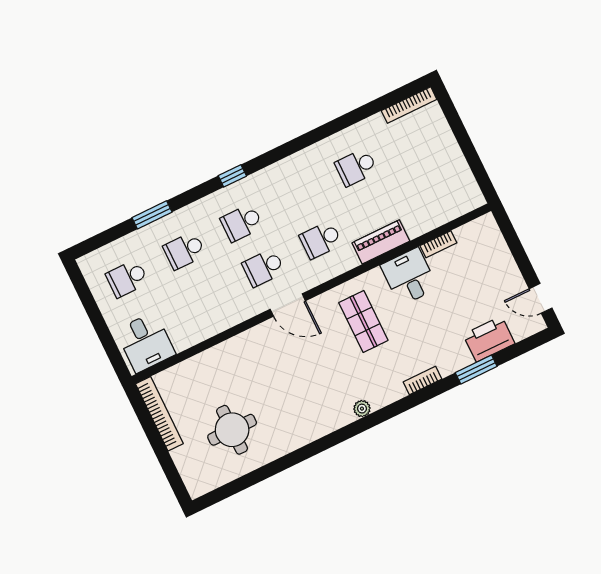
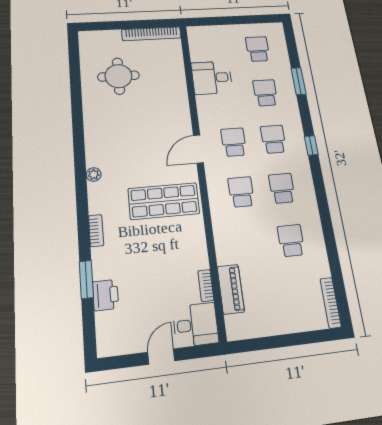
school desk: (299, 195) -> (282, 188), added
piano: (381, 242) -> (231, 289), moved
desk: (409, 277) -> (196, 325), moved
door: (541, 298) -> (161, 357), moved
shop shelf: (363, 321) -> (164, 201), width x1.43, depth x1.36
printer: (489, 339) -> (106, 295), width x0.73, depth x0.84
desk: (146, 342) -> (212, 78), moved

